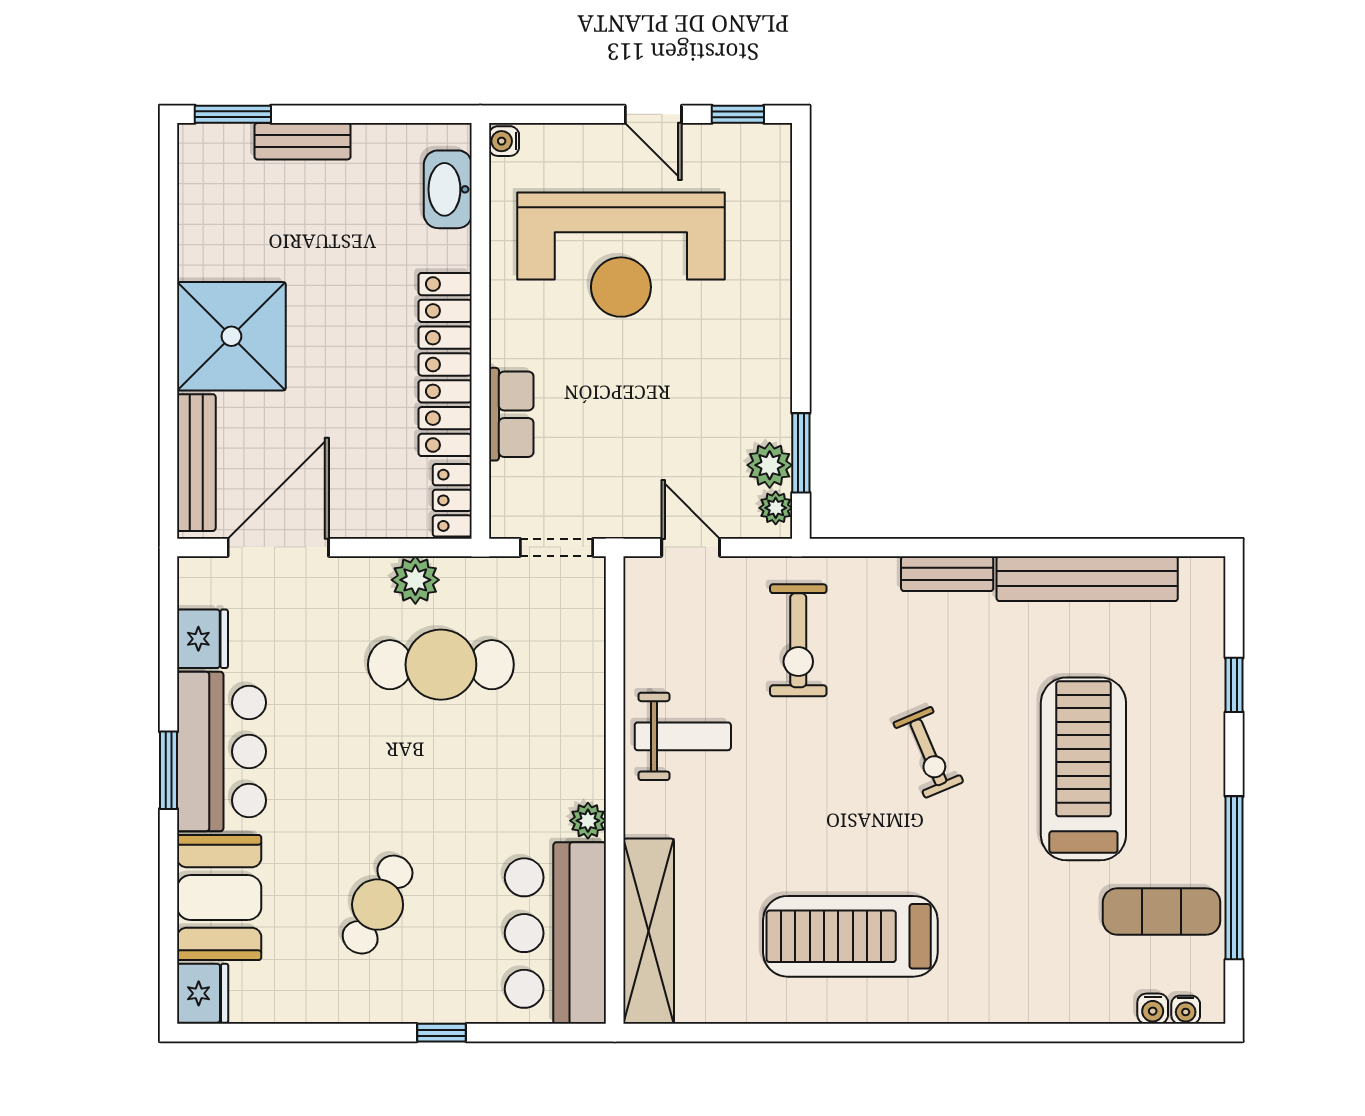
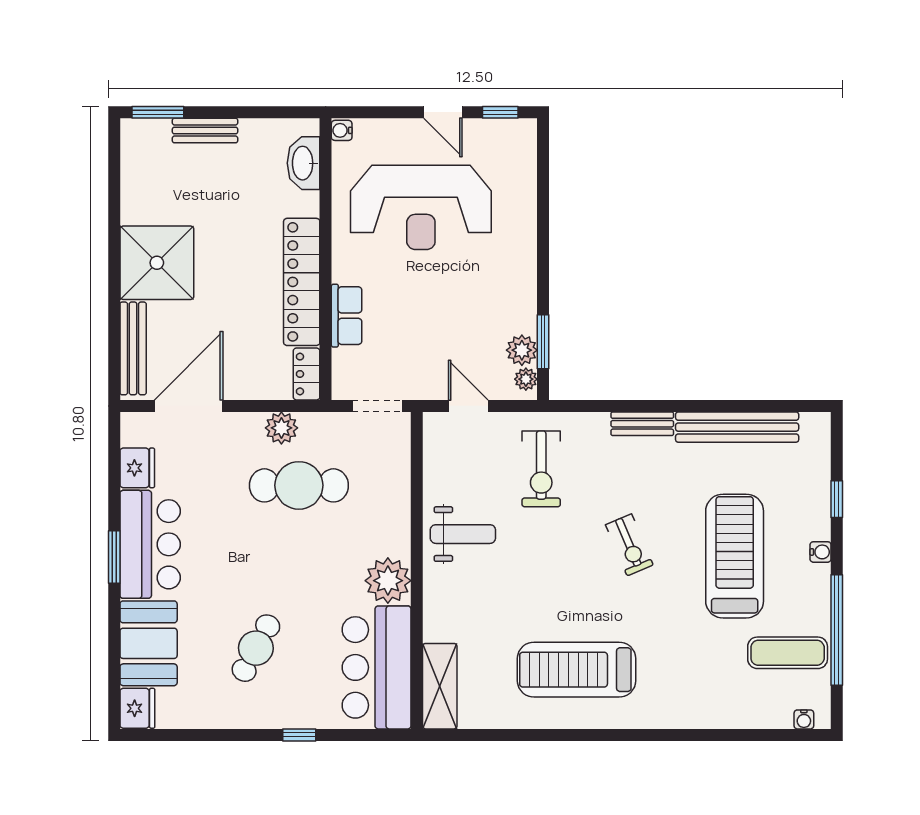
plant: (588, 821) -> (388, 581), width x1.87, depth x1.87
shelving: (649, 931) -> (440, 686), width x0.68
water cooler: (1153, 1009) -> (821, 552), moved, turned -90

